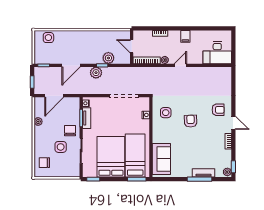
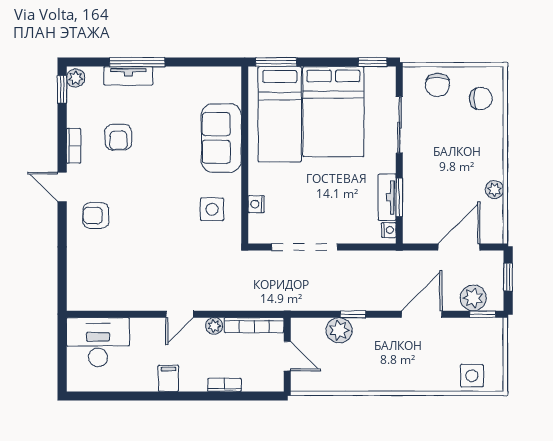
plant: (96, 73) -> (473, 298), moved
armchair: (191, 121) -> (118, 137), moved
chair: (70, 131) -> (438, 85), moved
side table: (61, 147) -> (445, 133), removed
sofa: (161, 159) -> (221, 138), moved

